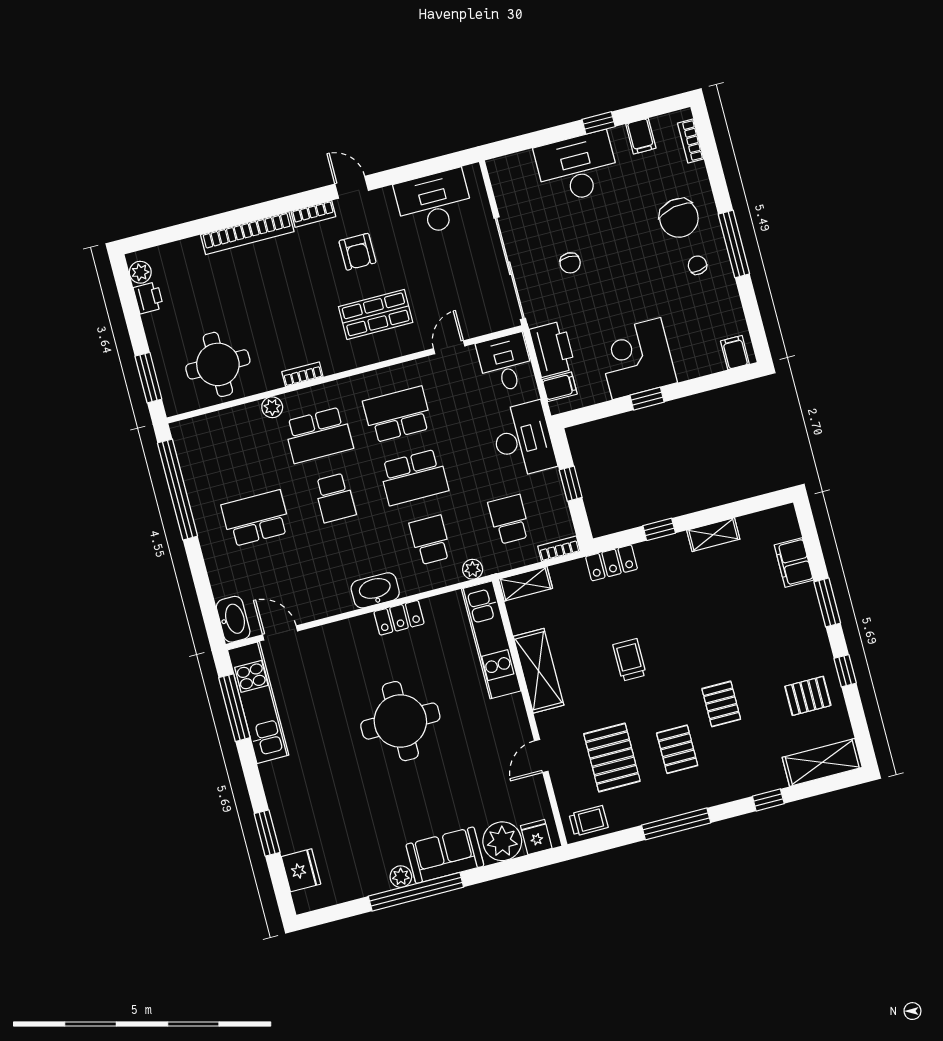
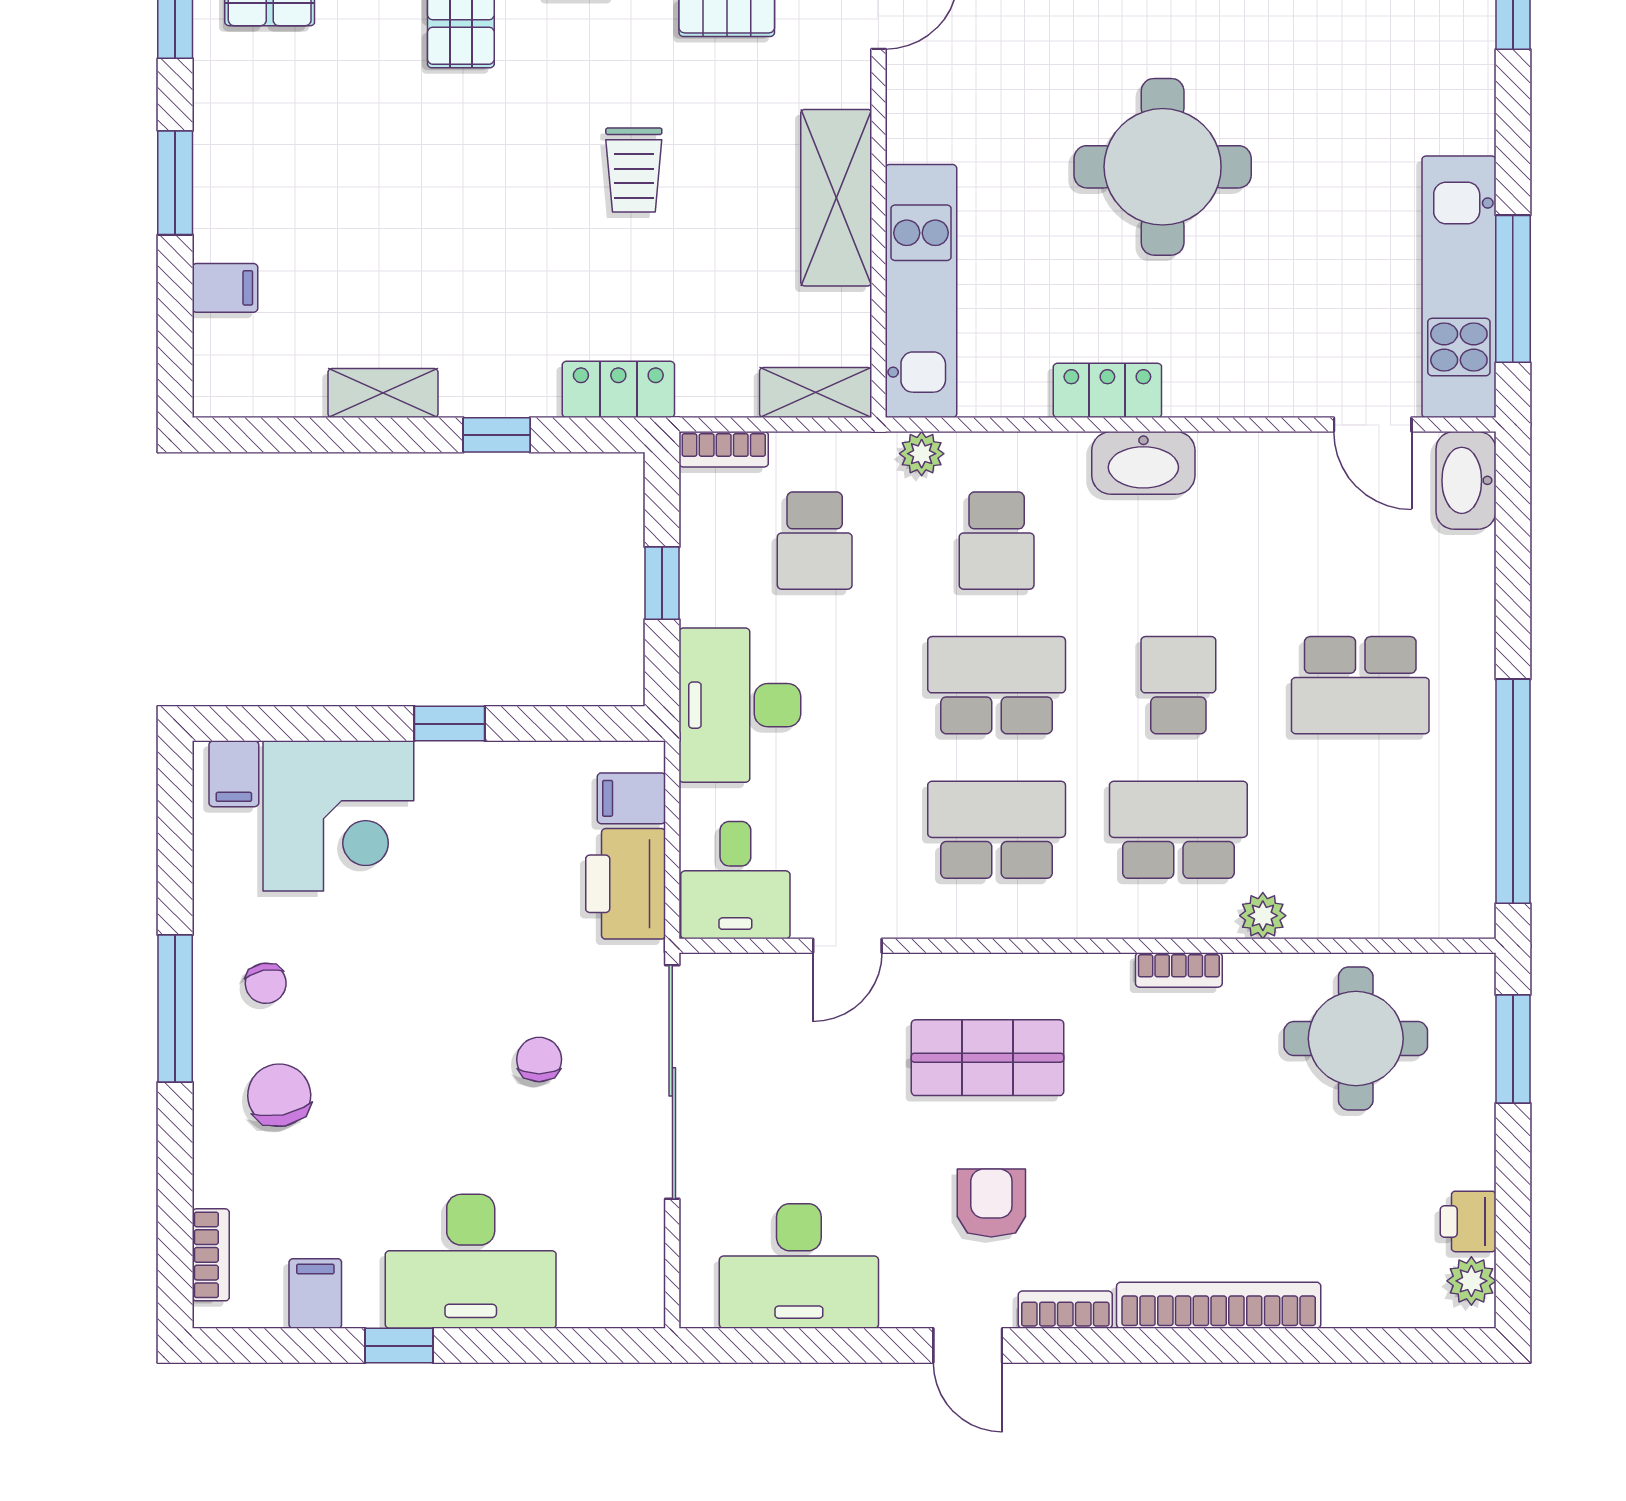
chair: (679, 218) -> (279, 1095), width x0.73, depth x0.73
corner desk: (636, 359) -> (338, 816), moved
school desk: (397, 414) -> (997, 830), turned 180
filing cabinet: (794, 562) -> (225, 288), width x0.50

